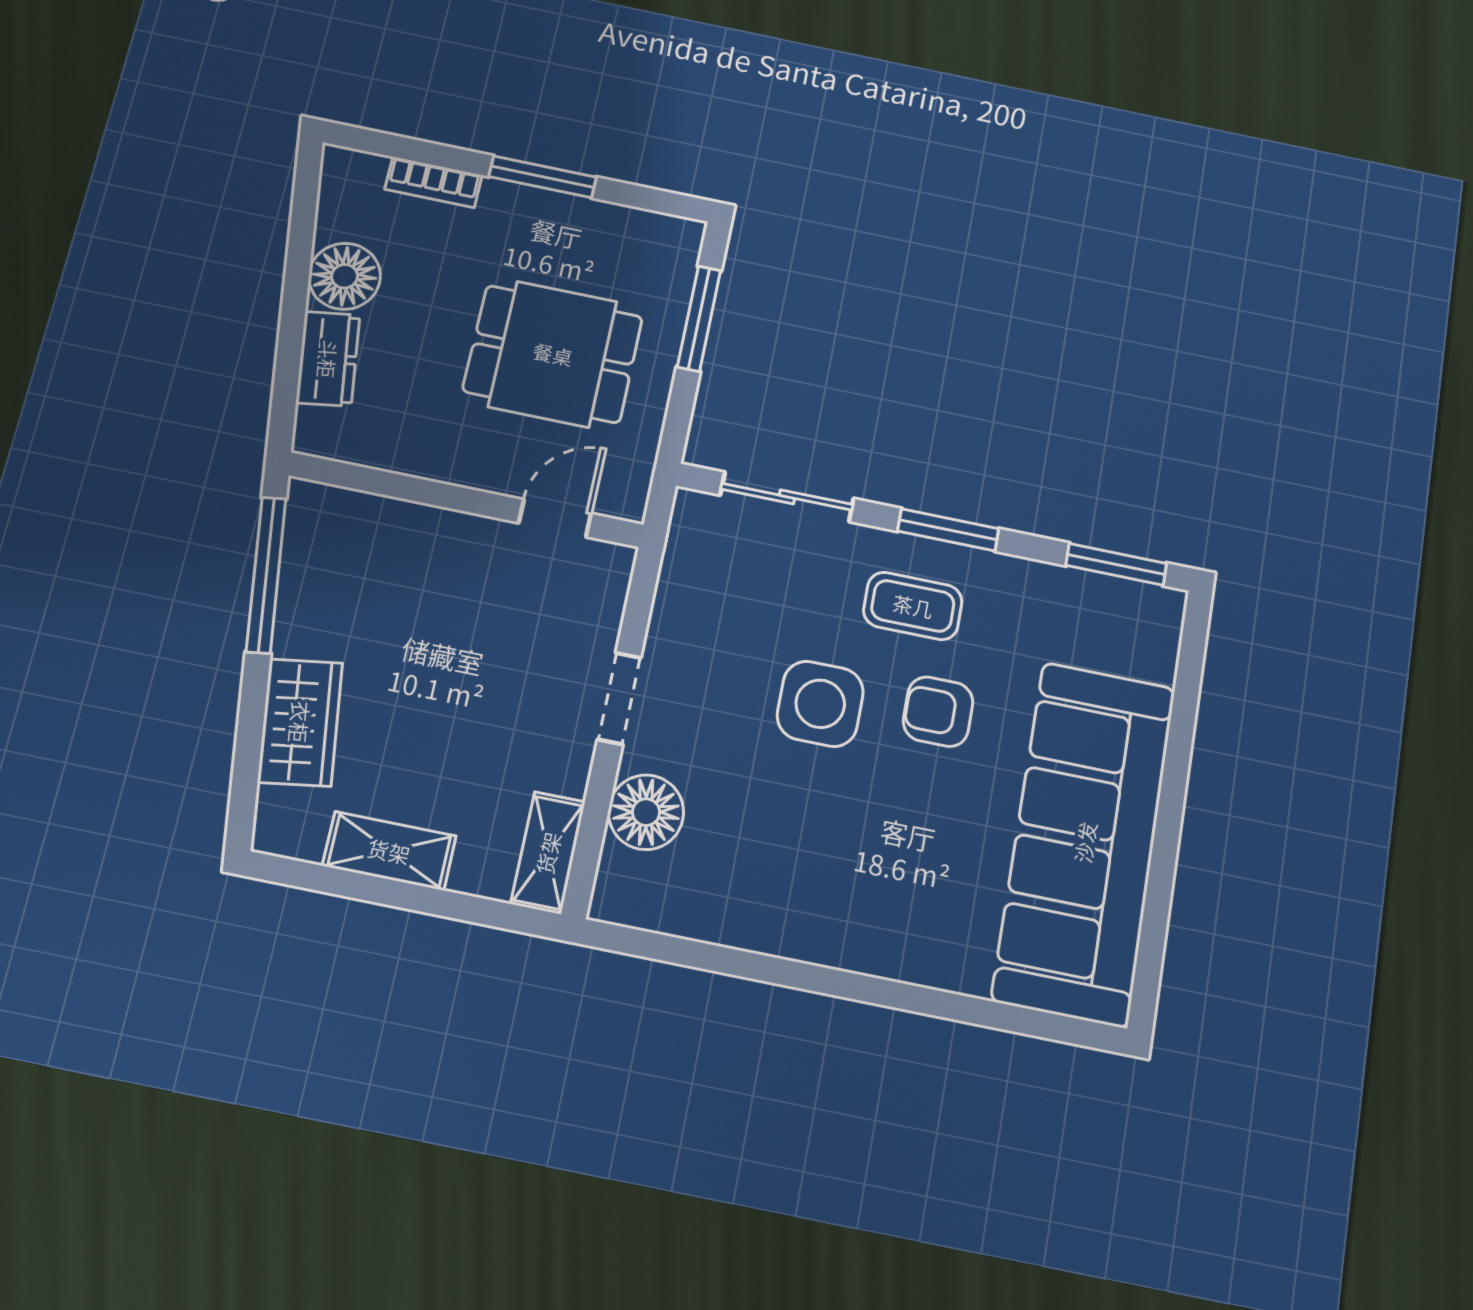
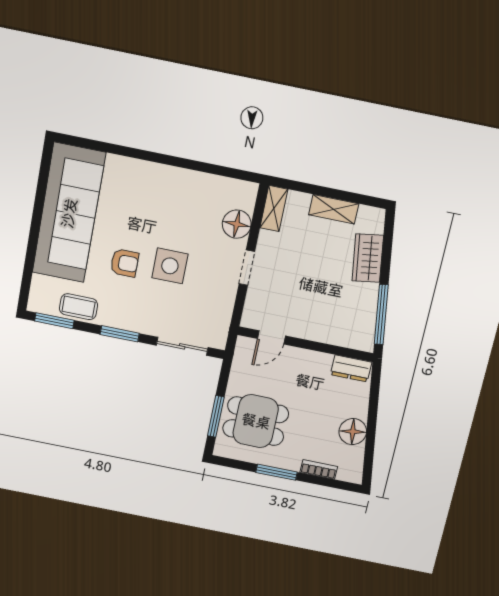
dining table: (553, 354) -> (256, 421), moved
dresser: (328, 359) -> (351, 368), moved, turned -82
coffee table: (913, 606) -> (78, 307), moved

